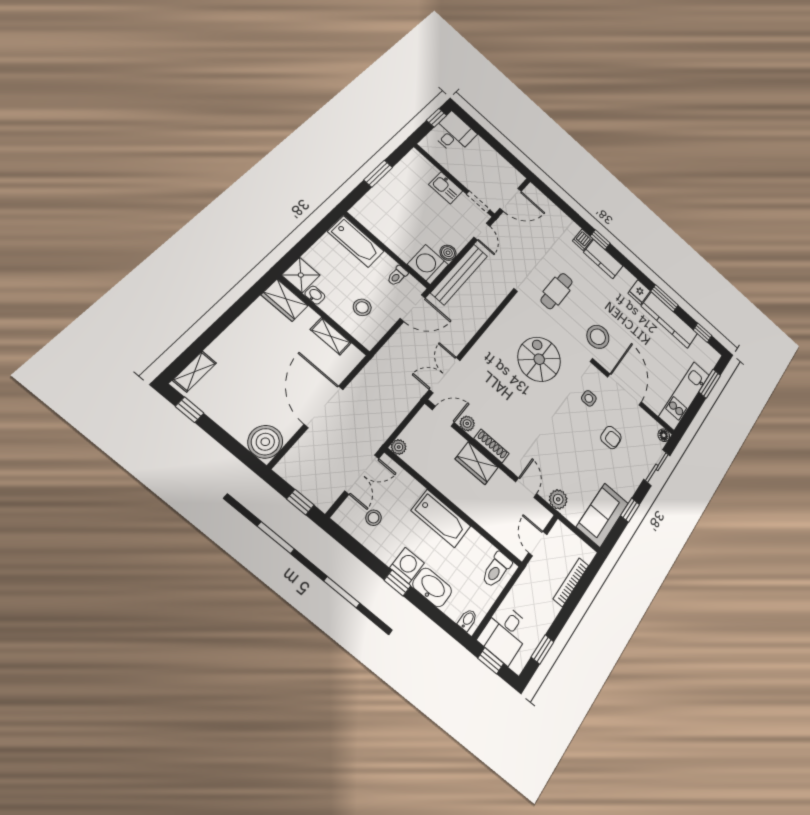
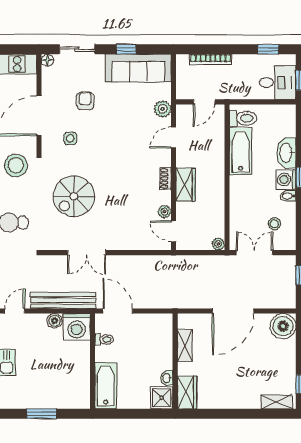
stool: (362, 307) -> (148, 343), removed
double door: (445, 375) -> (87, 253), moved
shoe rack: (491, 446) -> (166, 178), width x0.70
sofa: (602, 515) -> (138, 68), width x1.36
bathtub: (441, 518) -> (240, 151), moved
bidet: (467, 620) -> (288, 196), moved

